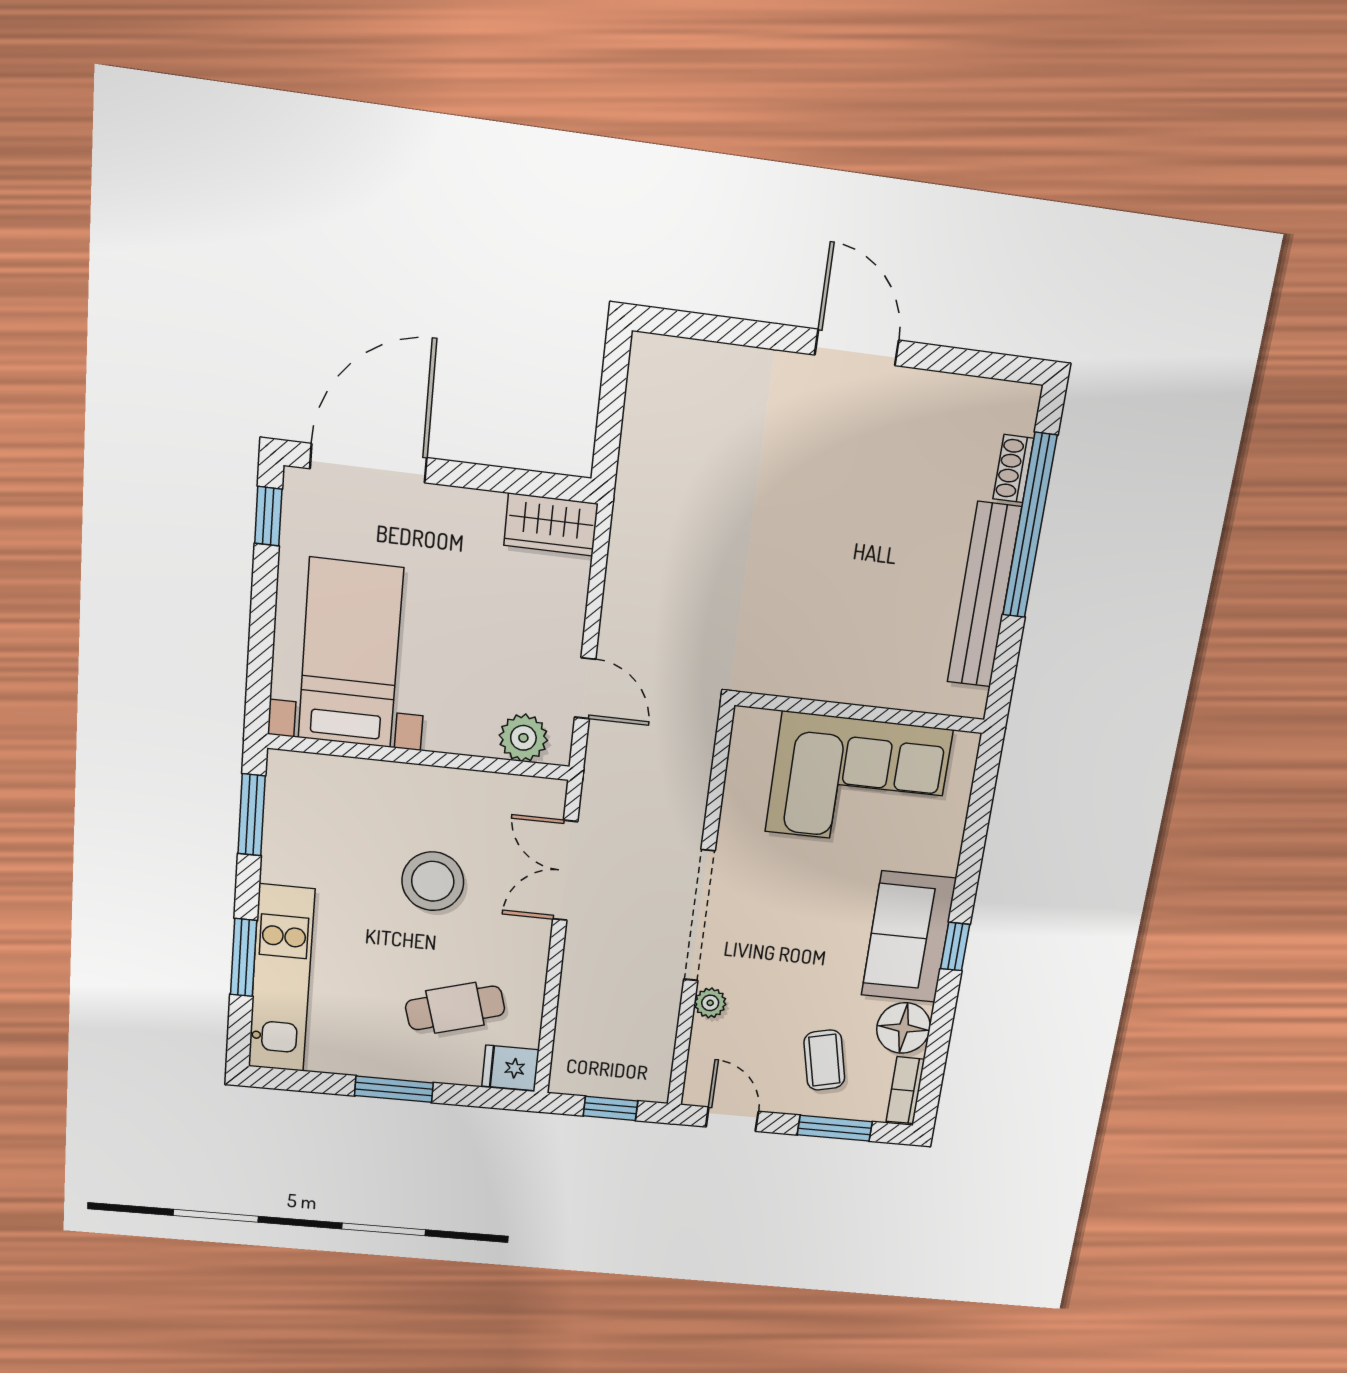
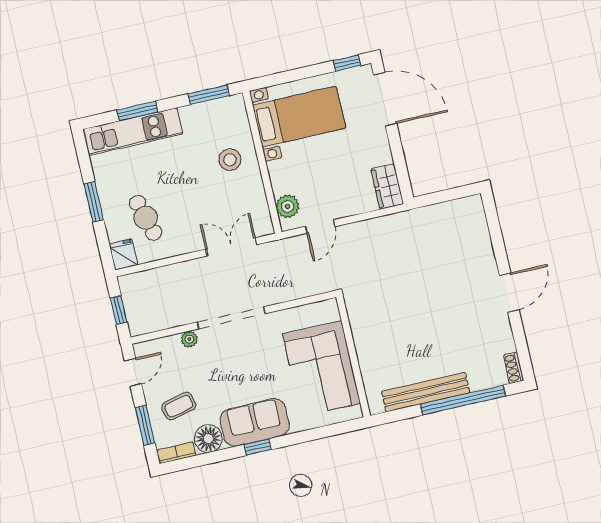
shoe rack: (1013, 469) -> (514, 368), moved, turned -90
stool: (433, 881) -> (230, 160), moved, width x0.73, depth x0.73

